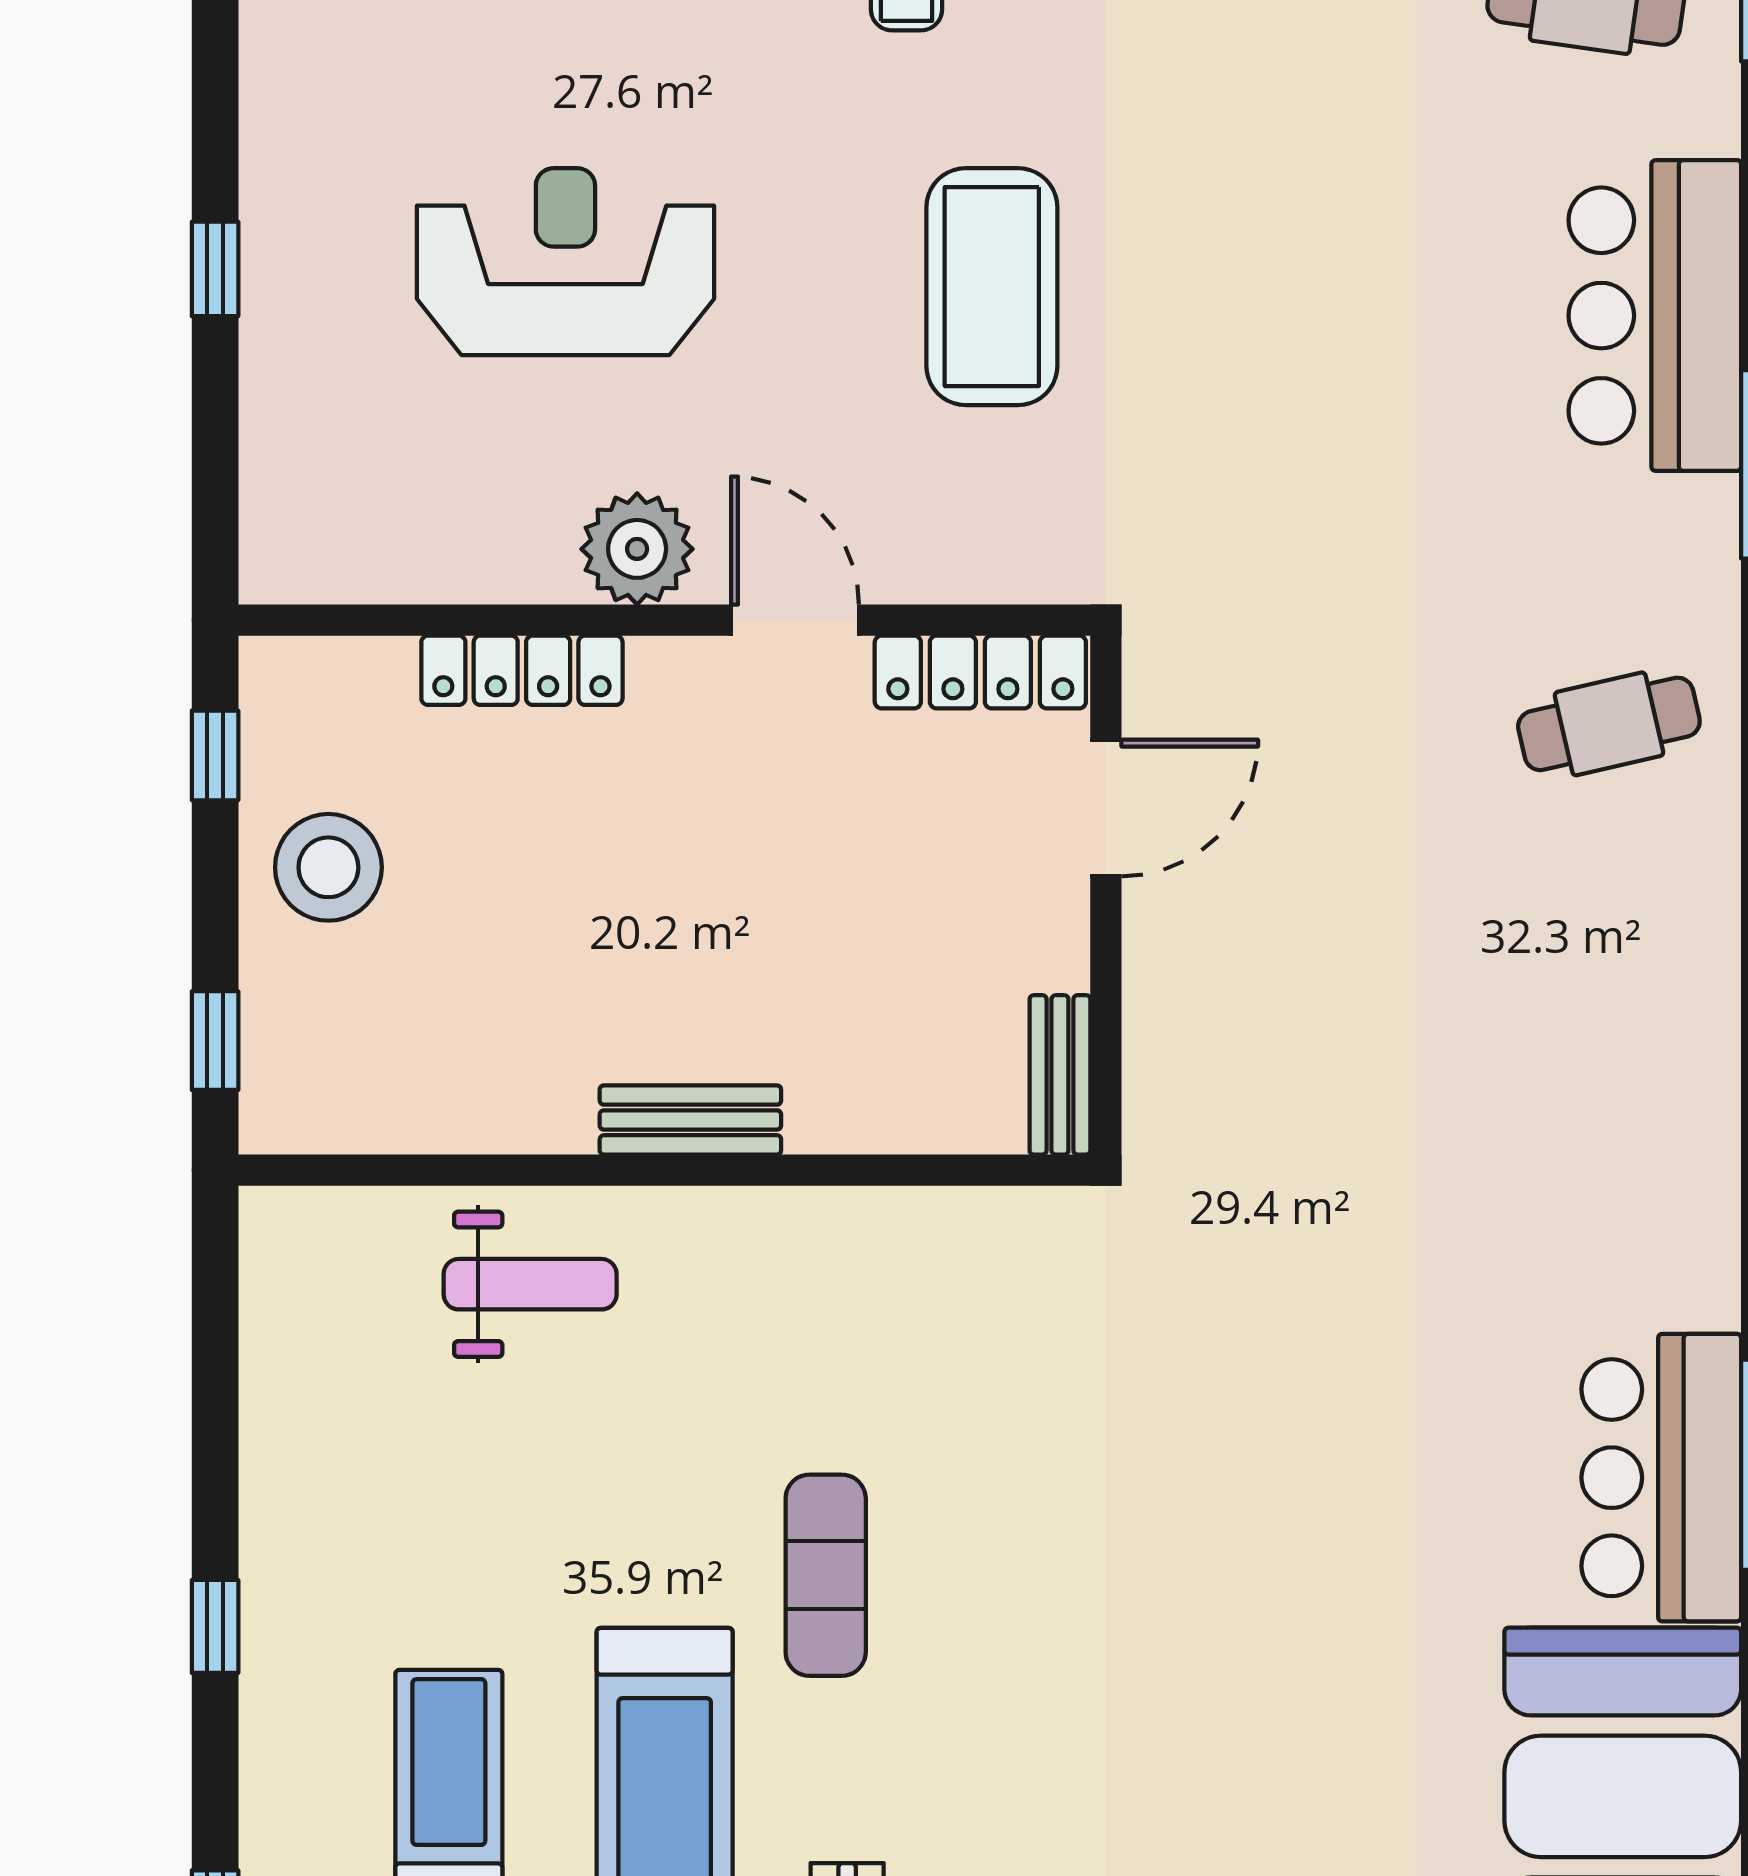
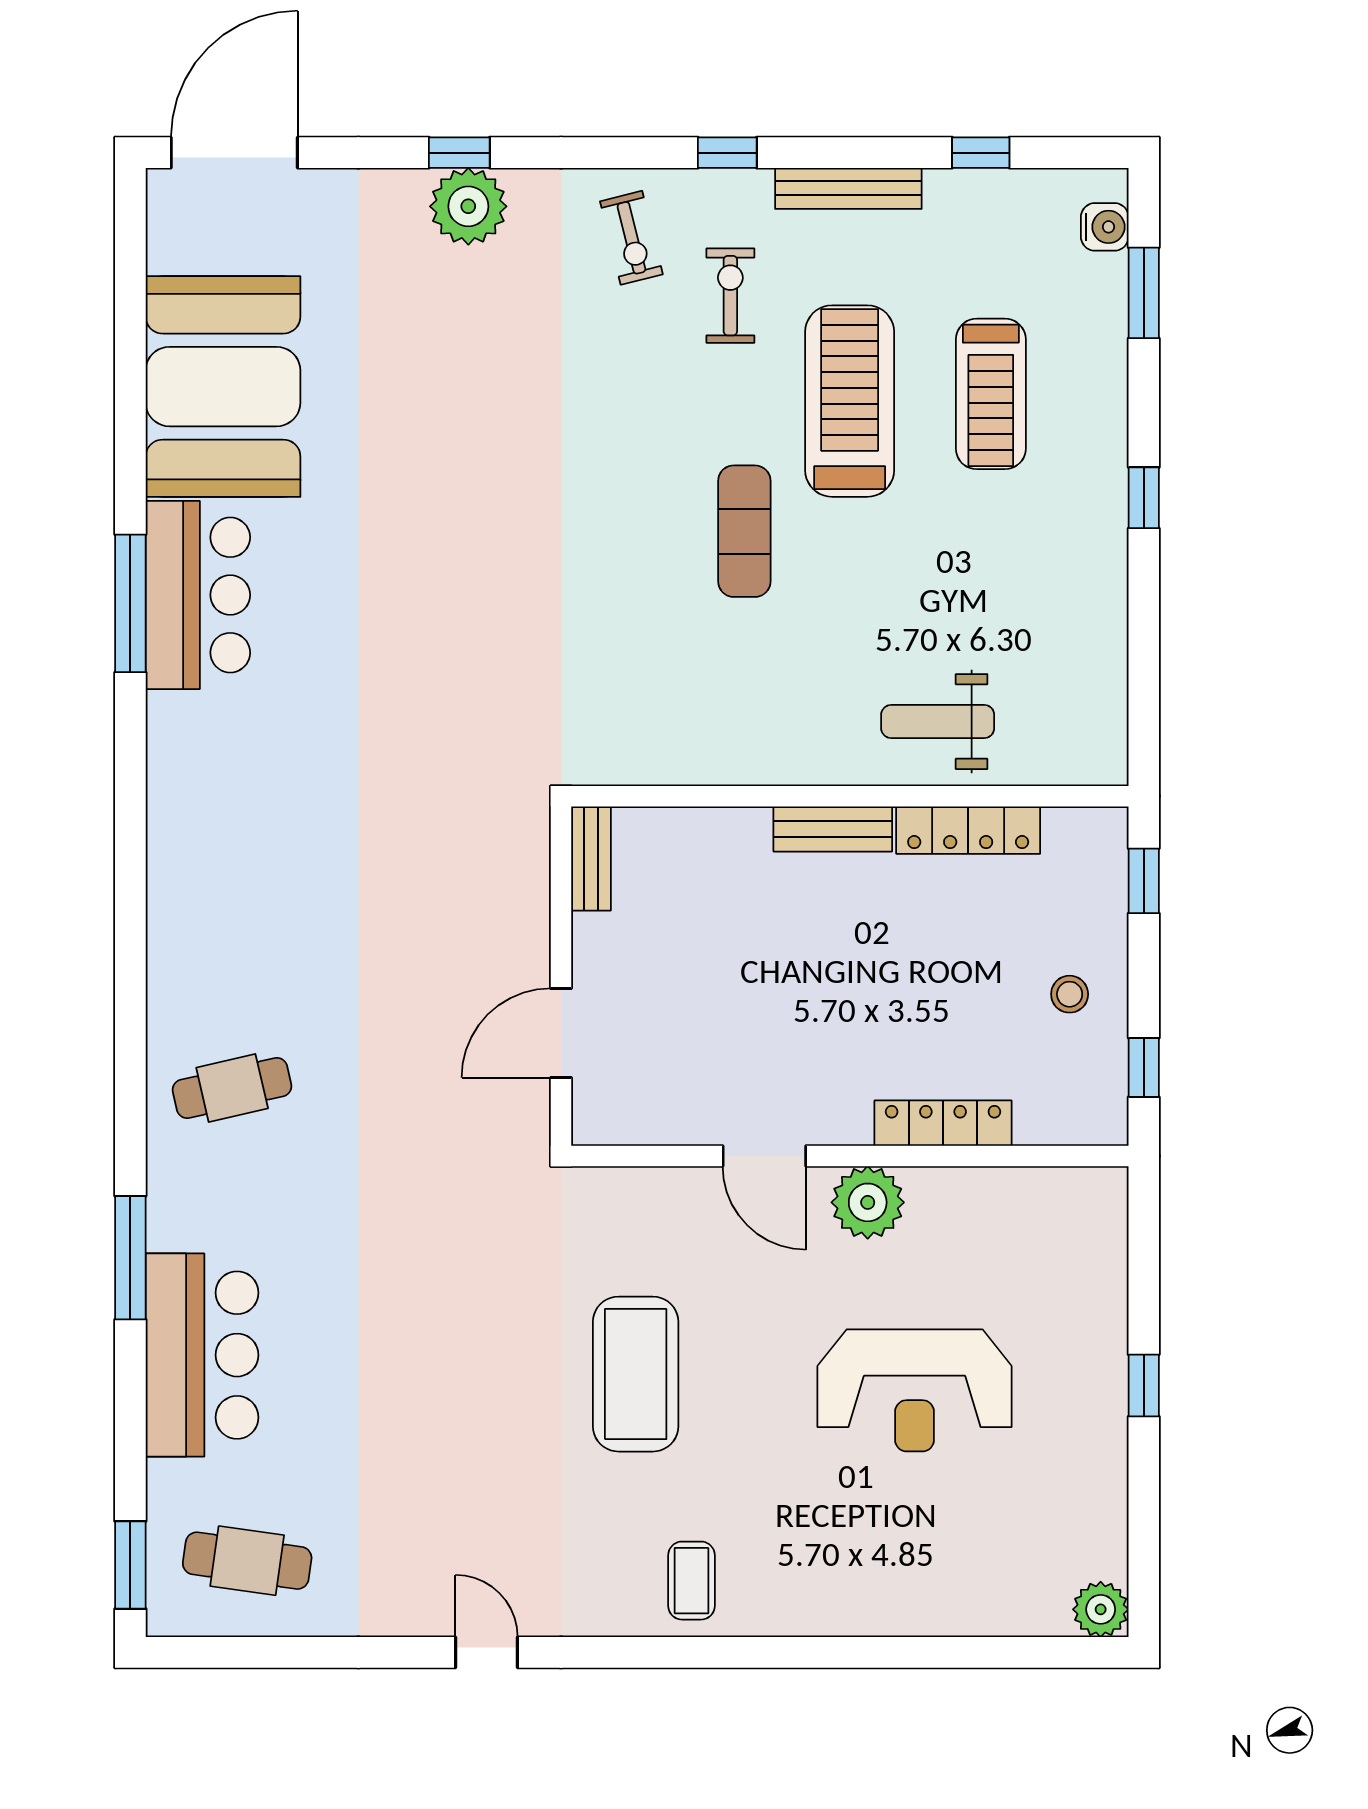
locker: (980, 672) -> (968, 830), moved, turned 180
stool: (328, 867) -> (1070, 994), width x0.53, depth x0.53

